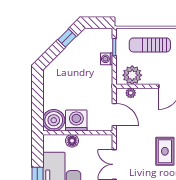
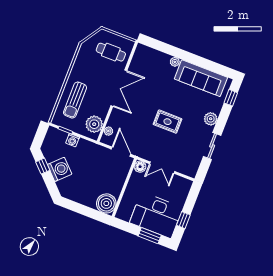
door: (114, 115) -> (121, 152), hinge flipped
washing machine: (76, 121) -> (60, 169), moved, turned 135
floor lamp: (72, 141) -> (140, 167), moved

